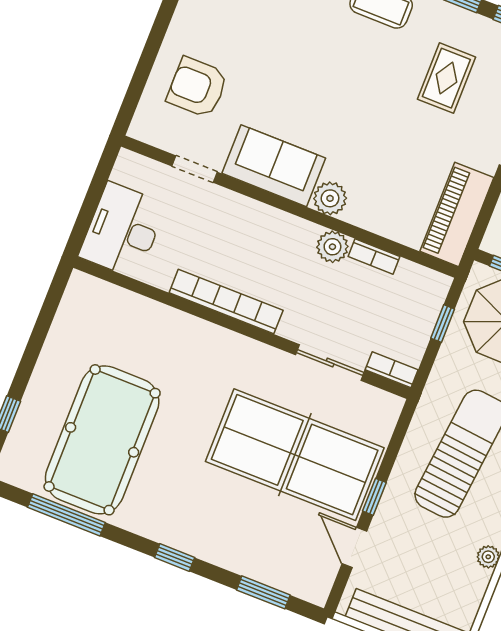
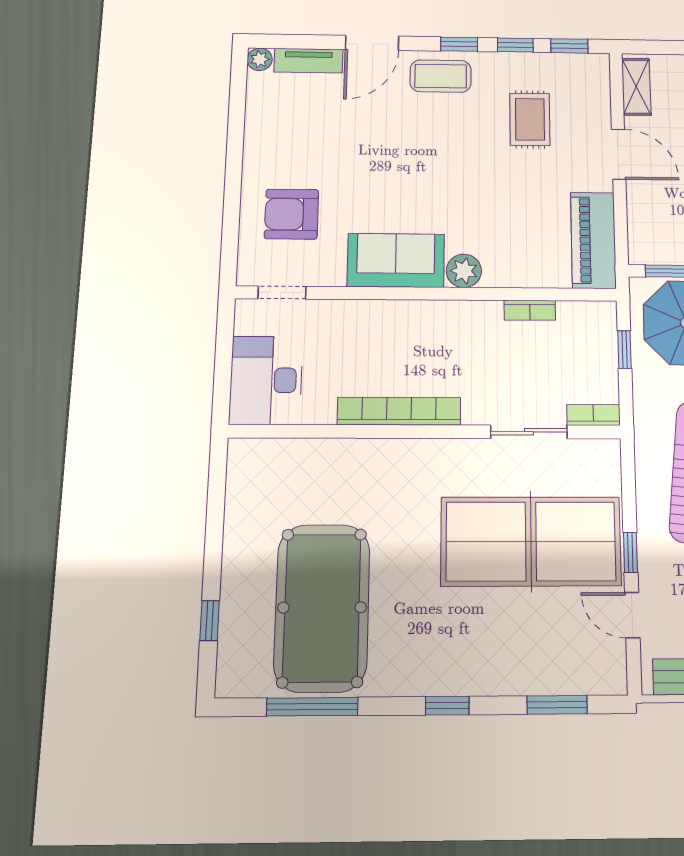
doorway: (195, 169) -> (282, 293), moved
plant: (332, 247) -> (485, 316), removed

